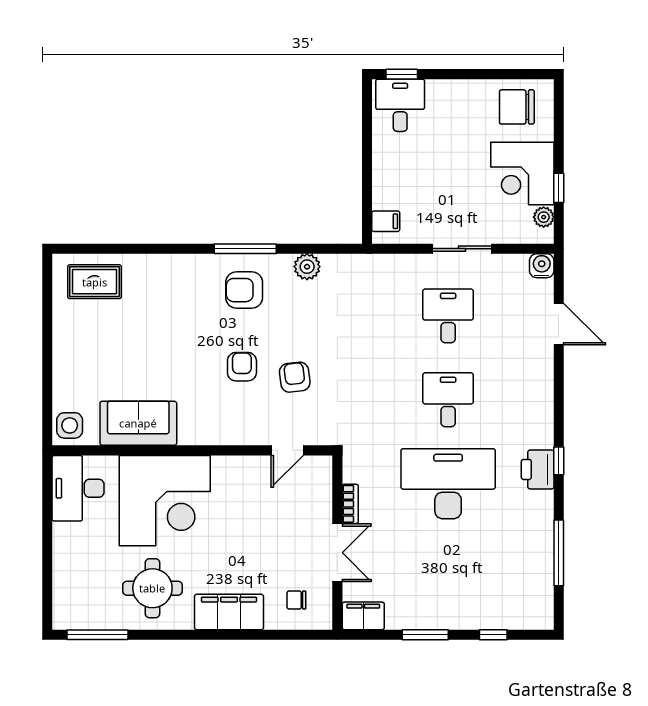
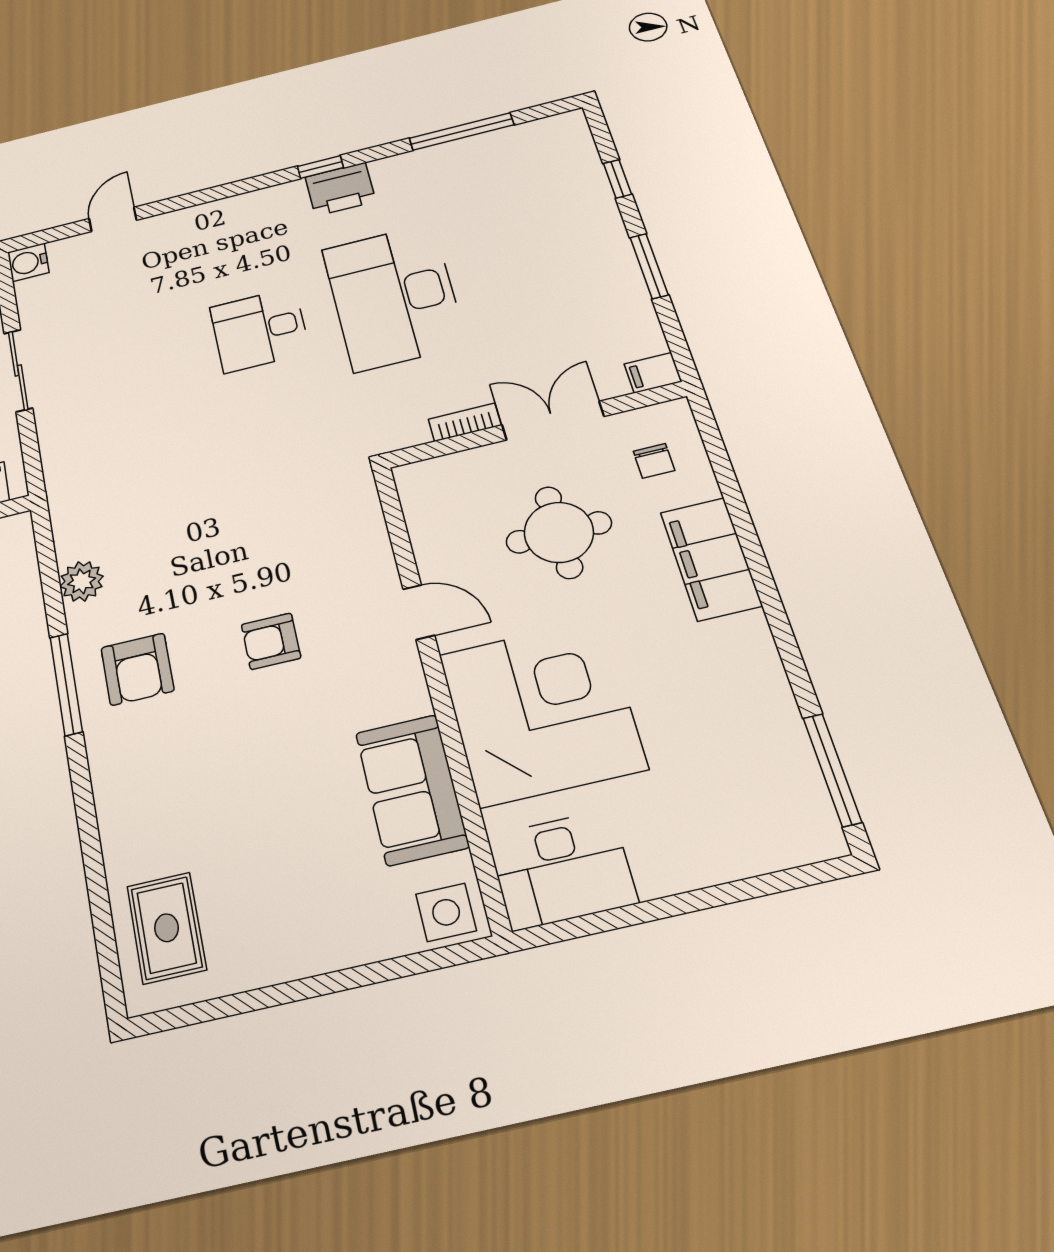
desk: (448, 316) -> (127, 363), removed
door: (559, 324) -> (113, 219), width x0.73
armchair: (295, 377) -> (271, 555), removed
door: (287, 450) -> (419, 612), moved
round table: (152, 588) -> (559, 532), moved
filing cabinet: (363, 616) -> (653, 373), width x0.50

